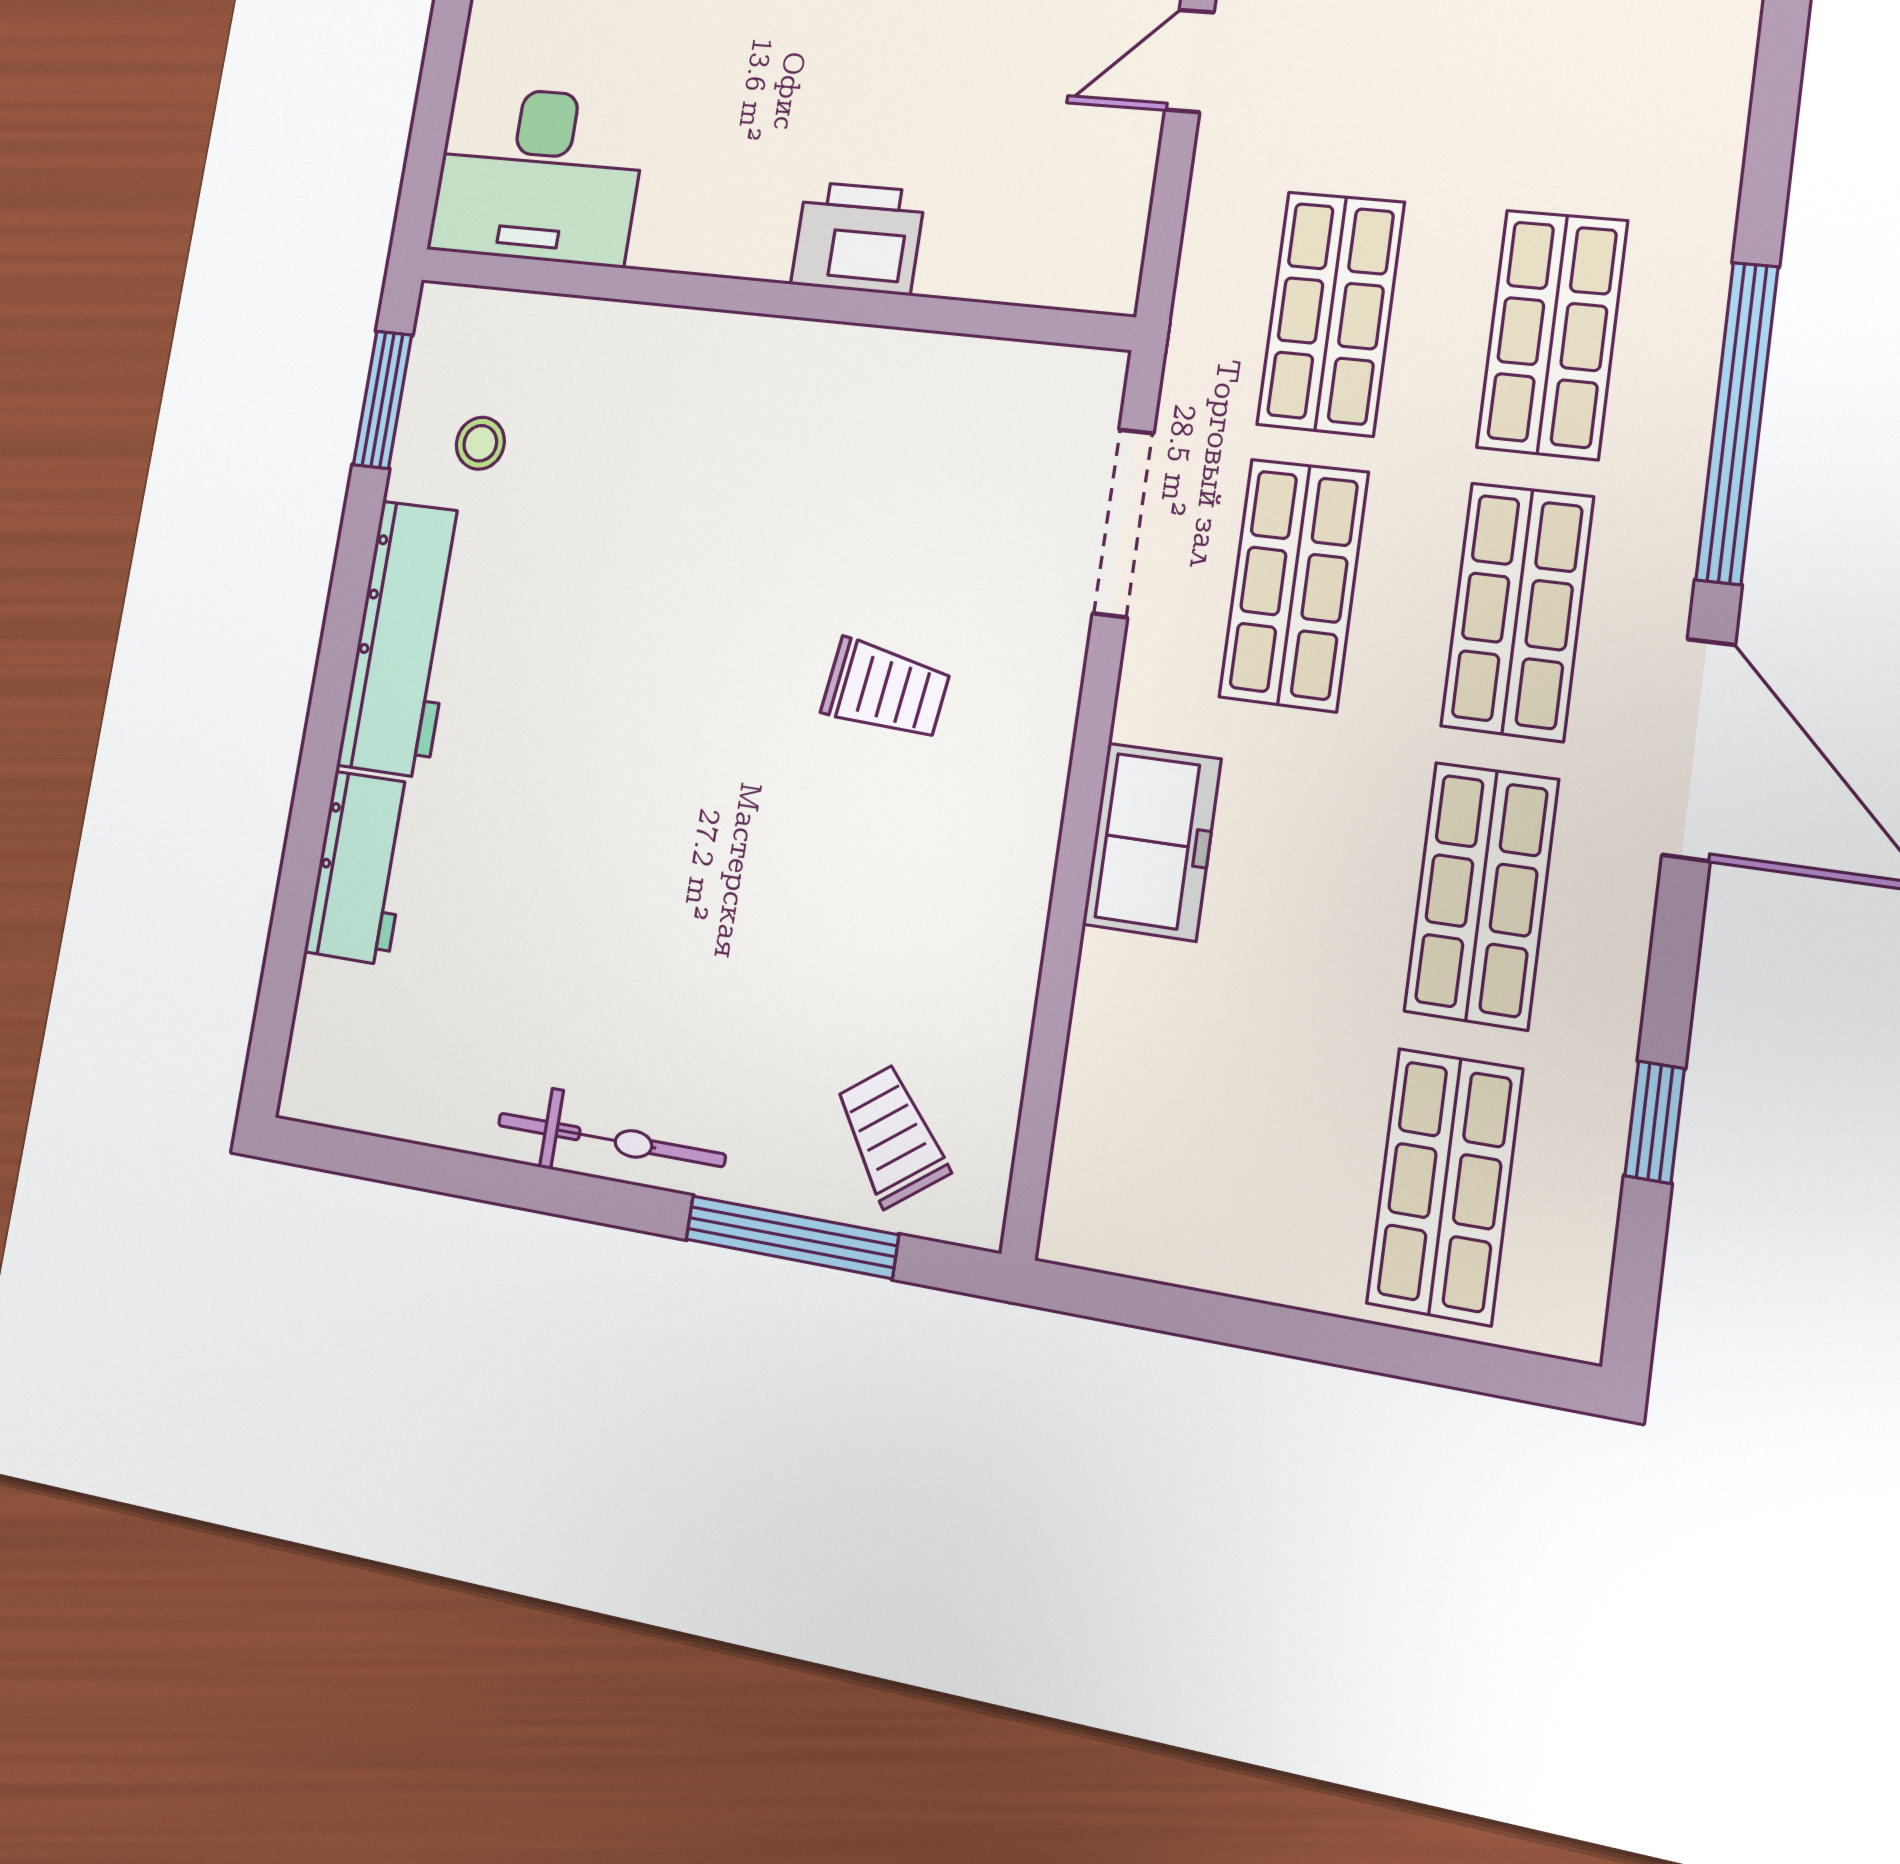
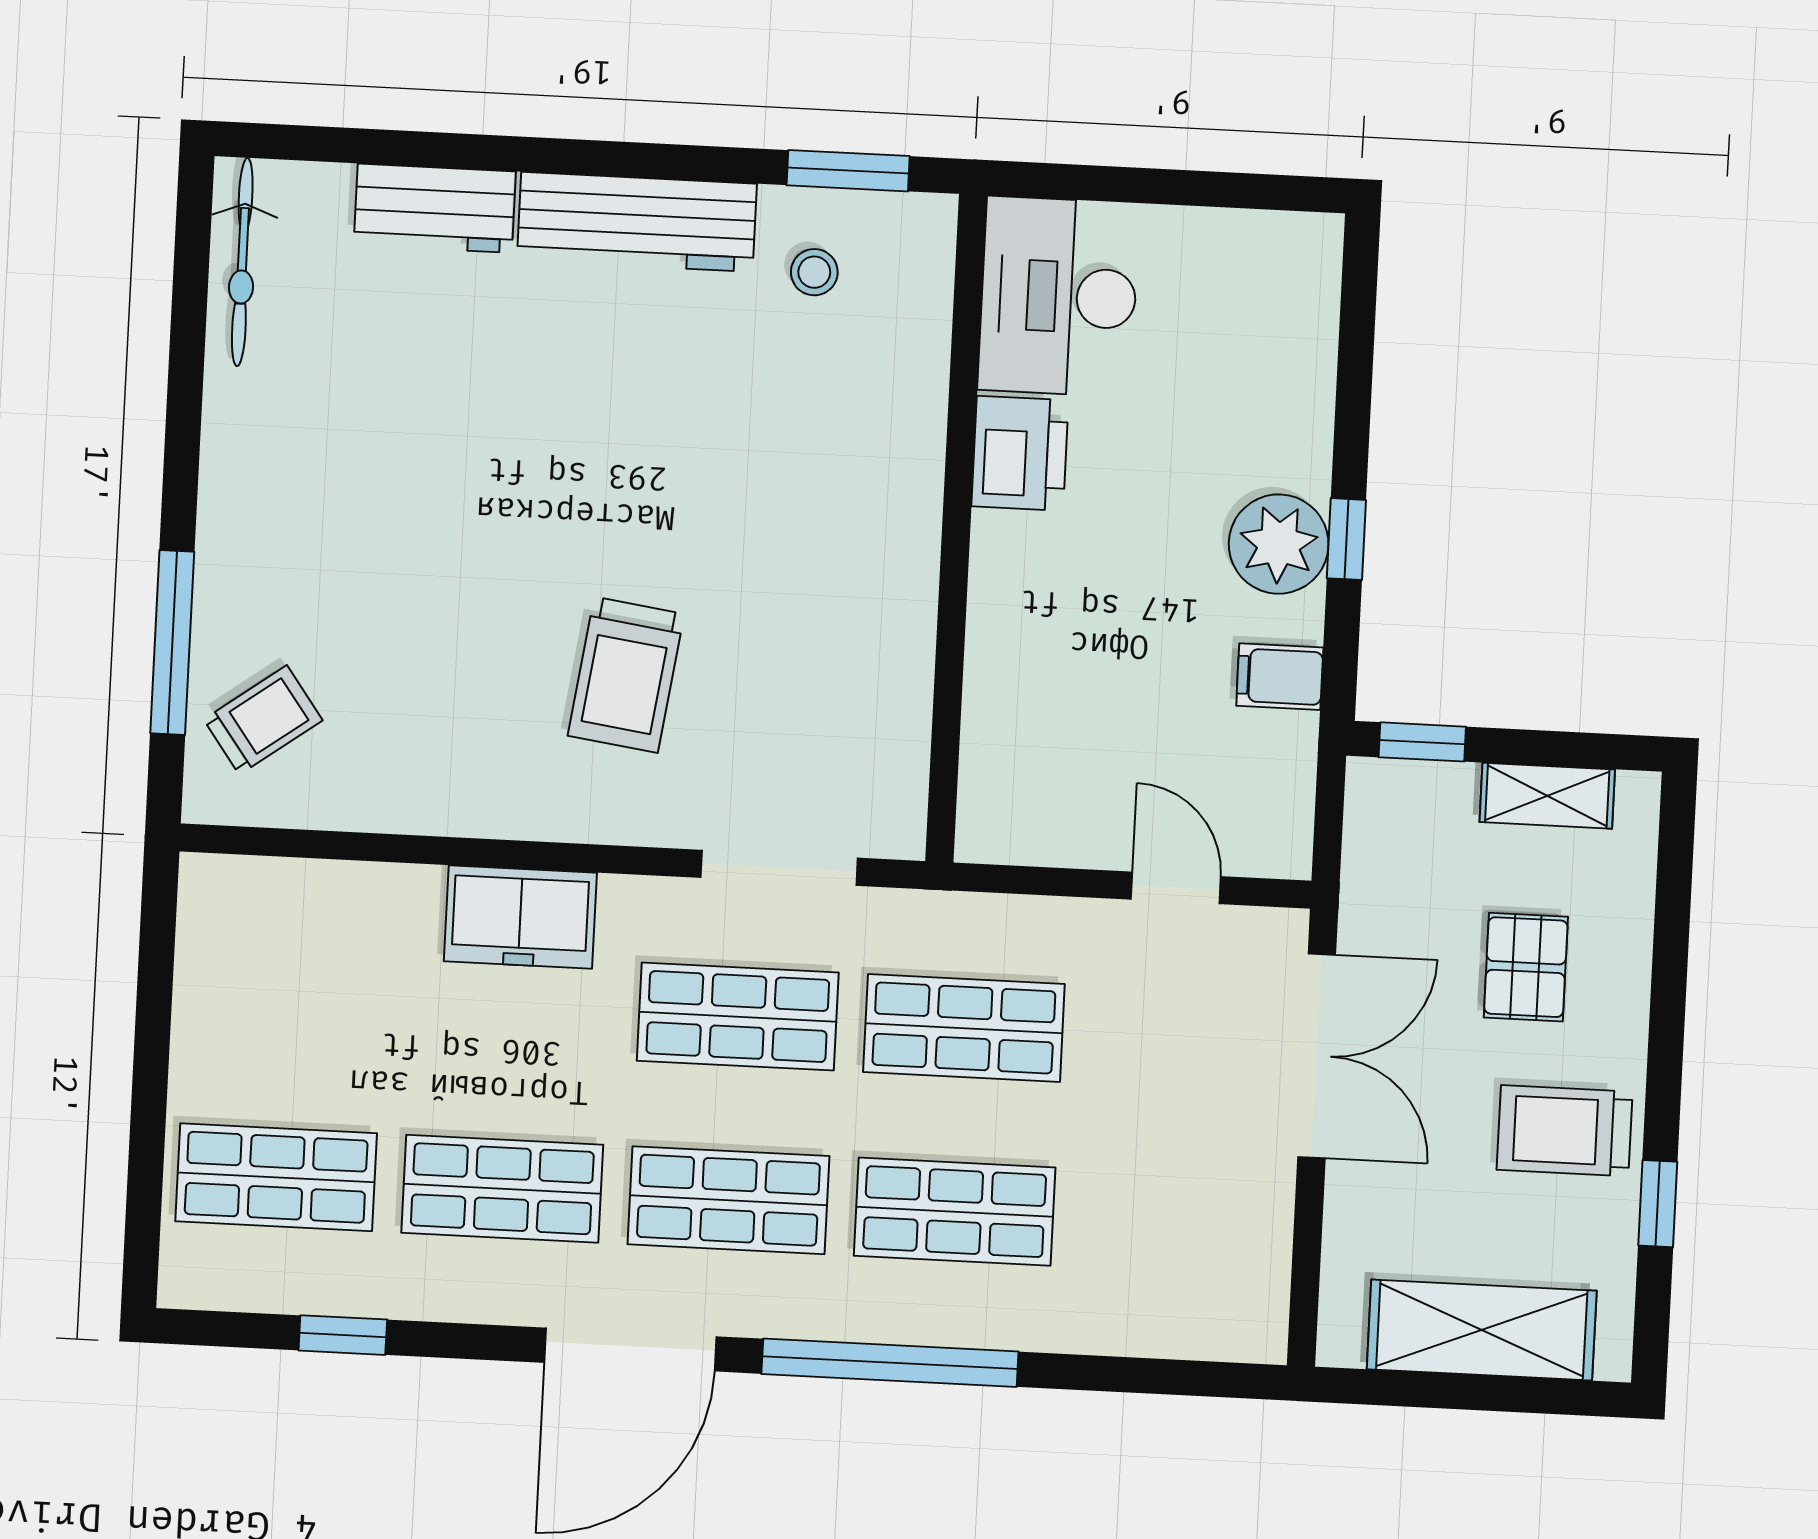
printer: (858, 238) -> (1020, 453), moved
trolley: (886, 690) -> (626, 675), width x1.36, depth x1.39
bicycle: (611, 1140) -> (242, 262), moved

